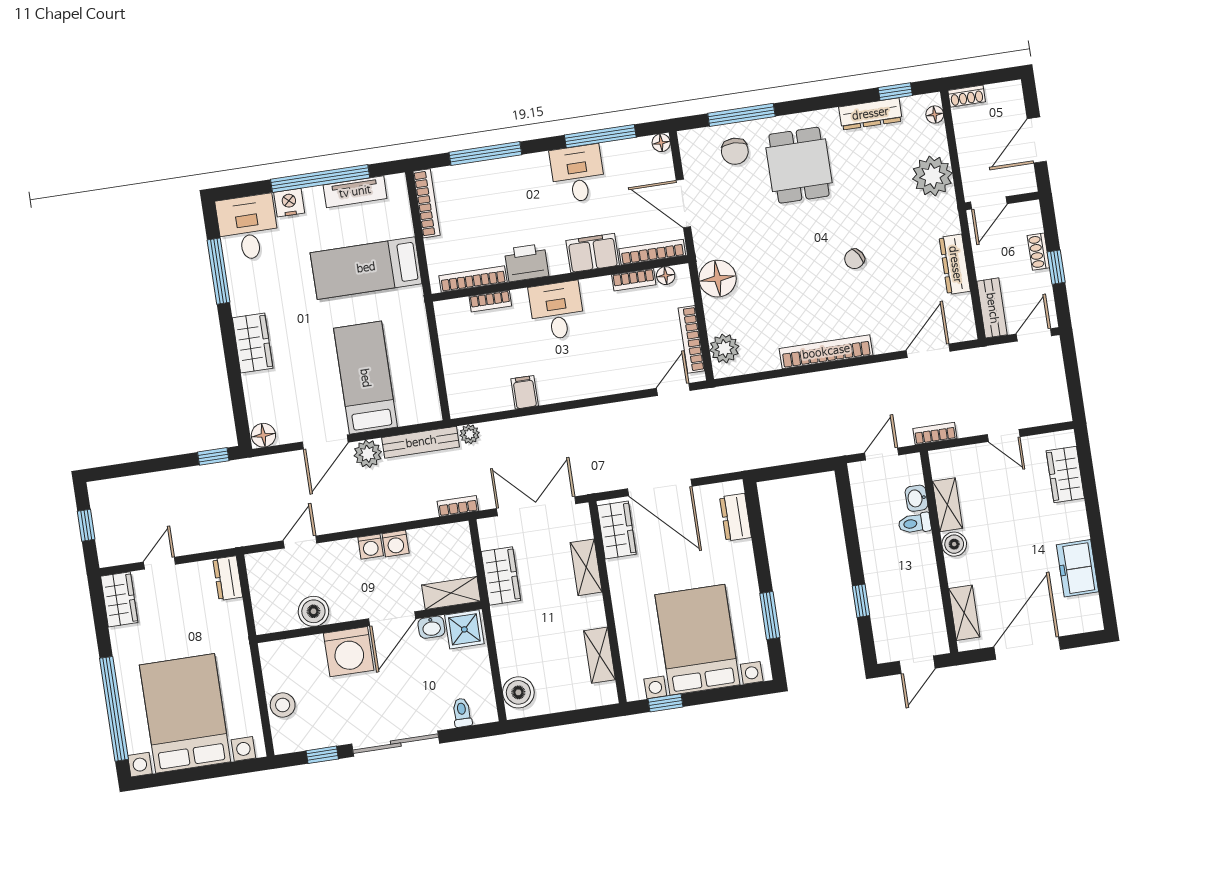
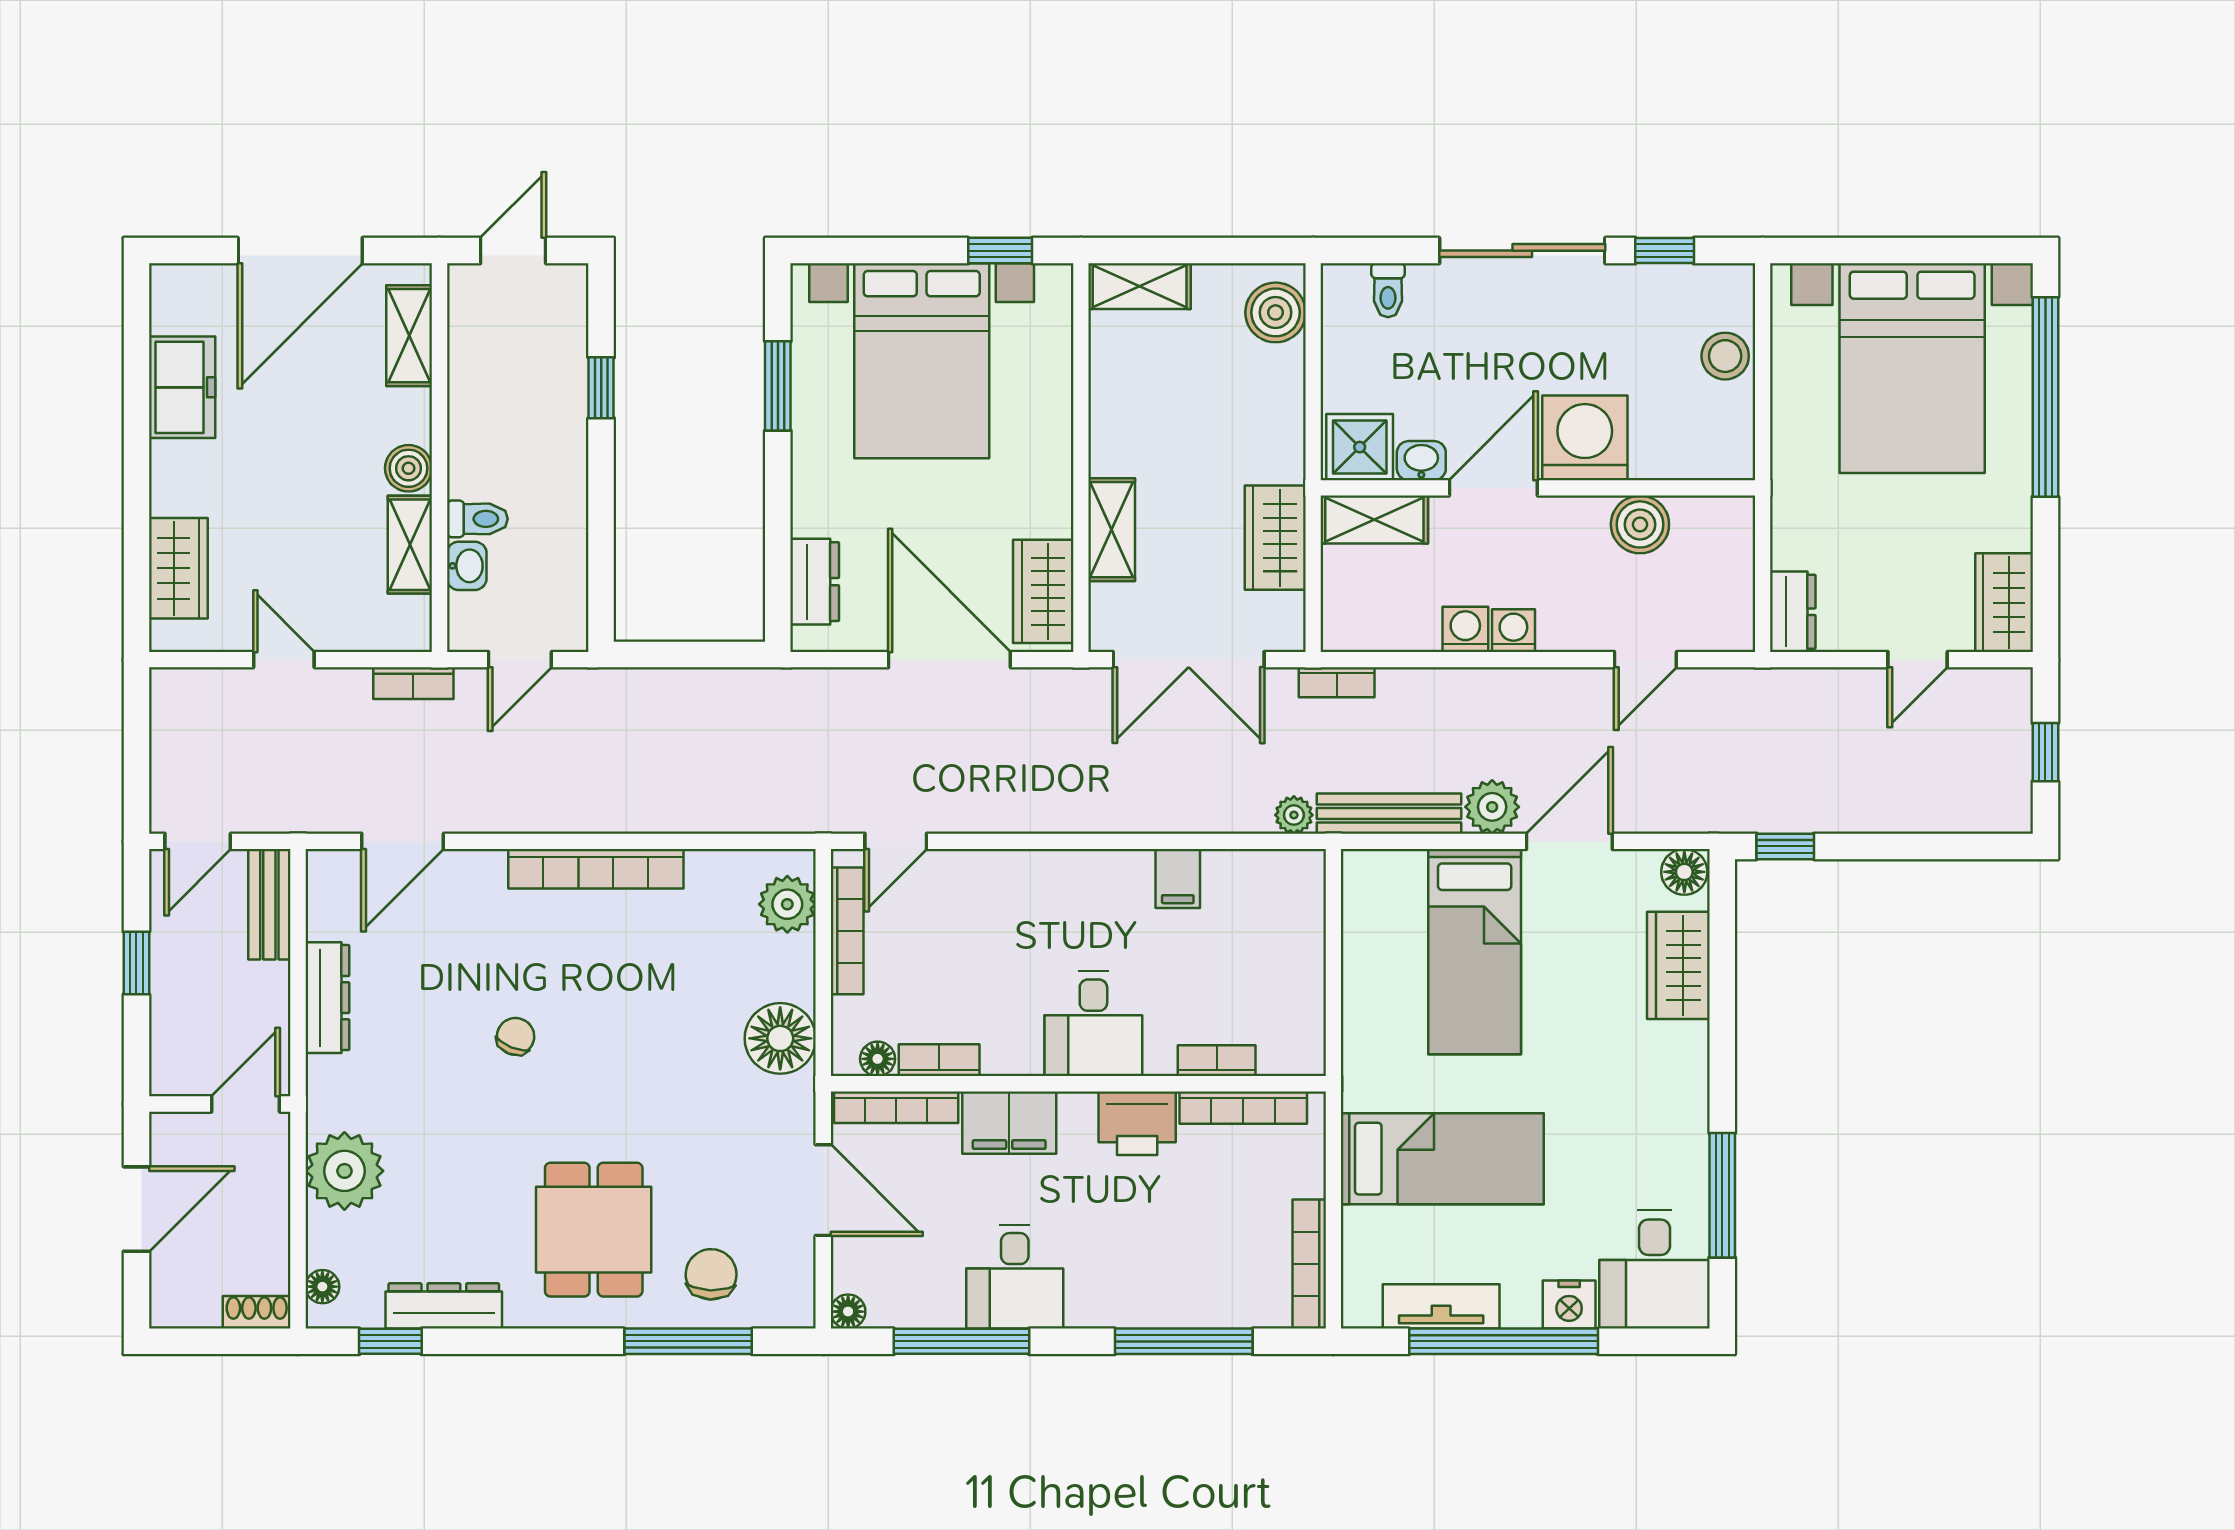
shoe rack: (1038, 252) -> (166, 998), removed
chair: (854, 259) -> (516, 1036), turned -36
wardrobe: (253, 343) -> (1678, 965), moved
shelving: (599, 655) -> (1140, 286), moved, turned 90

